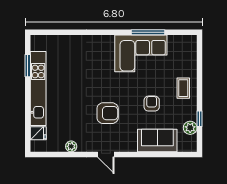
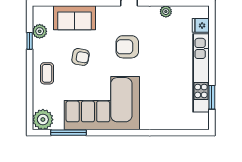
window: (148, 32) -> (69, 133), moved
plant: (187, 45) -> (43, 120), added
corner sofa: (141, 53) -> (102, 103), width x1.36, depth x1.36
armchair: (152, 104) -> (81, 57), turned -80

